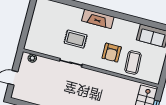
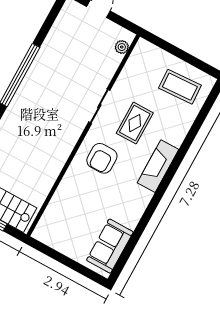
armchair: (112, 53) -> (102, 158), moved, turned -90
coffee table: (133, 63) -> (180, 87), moved

